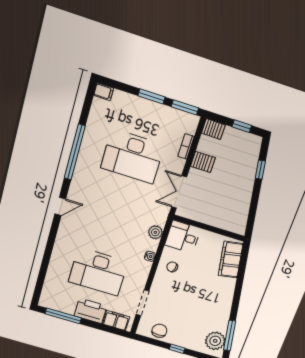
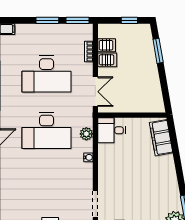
server rack: (213, 129) -> (107, 45), moved
window: (260, 170) -> (158, 51), width x1.50
double door: (179, 192) -> (95, 92), swing flipped
chair: (172, 267) -> (111, 161), removed
desk: (98, 272) -> (46, 130), moved

